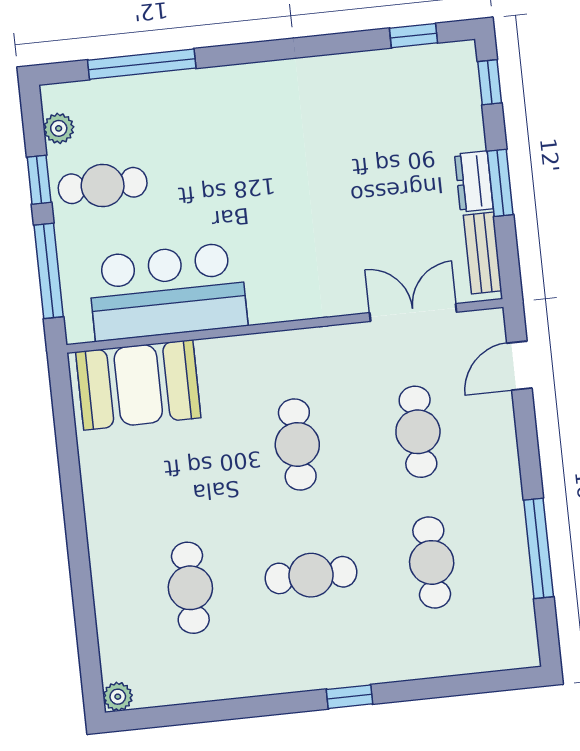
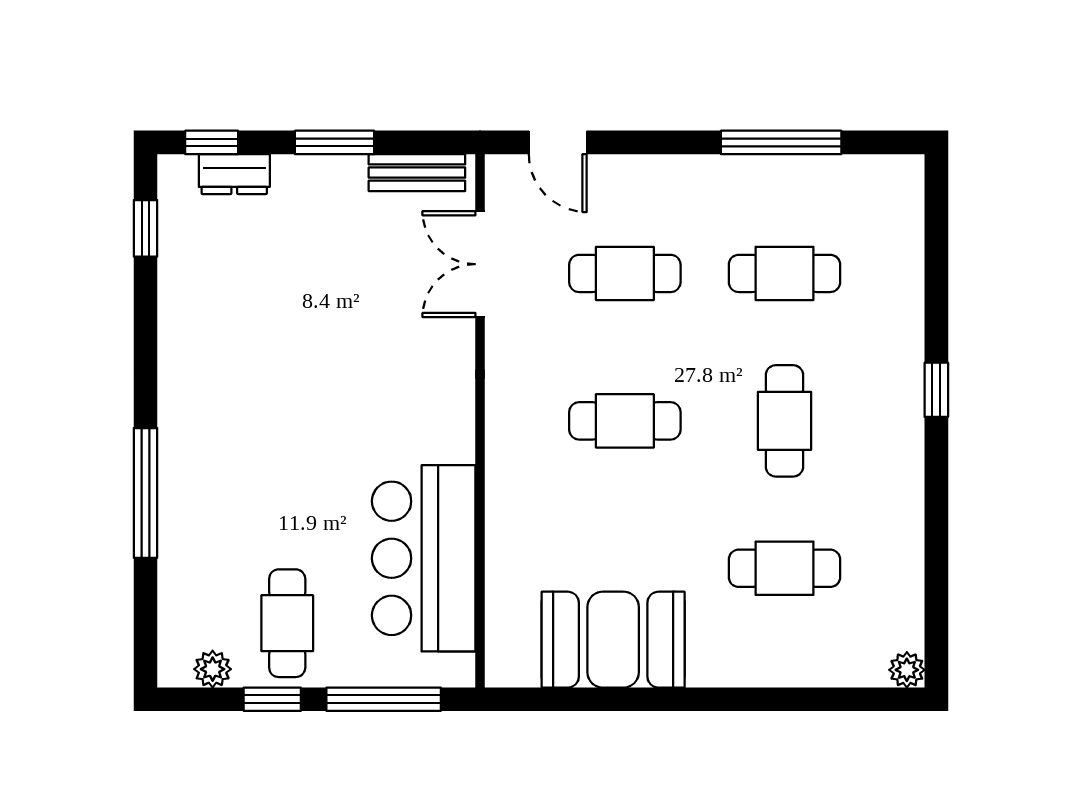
window: (142, 64) -> (145, 493), moved
dresser: (474, 181) -> (234, 174), moved
booth: (138, 385) -> (613, 640), moved, turned 90

